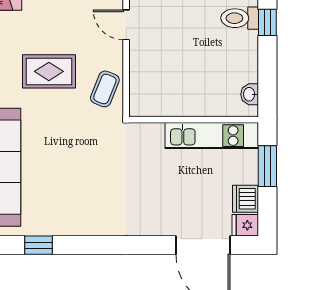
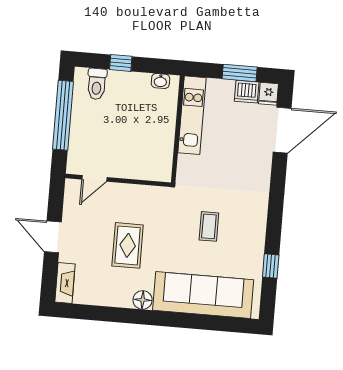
window: (267, 22) -> (121, 63), moved
coffee table: (105, 89) -> (209, 226), moved, turned 68
window: (267, 166) -> (240, 73), moved

